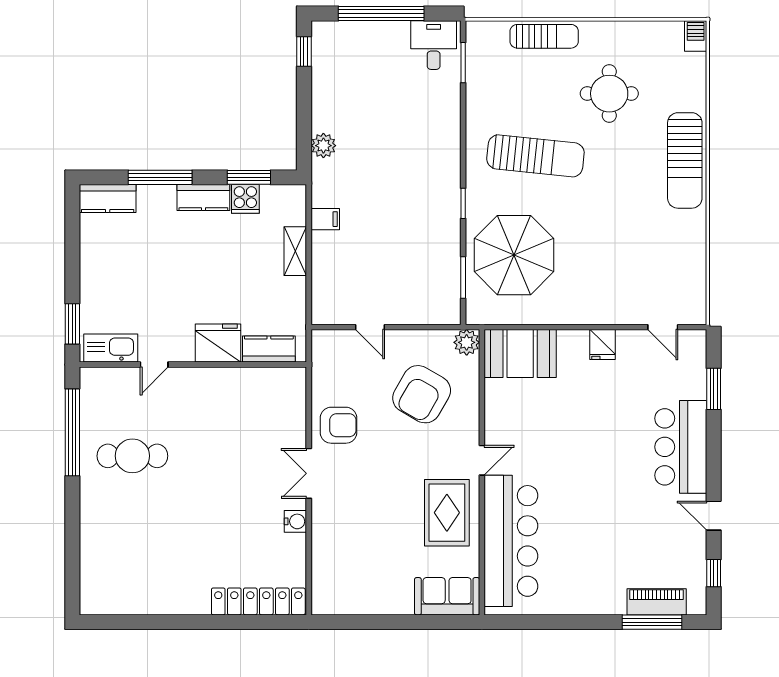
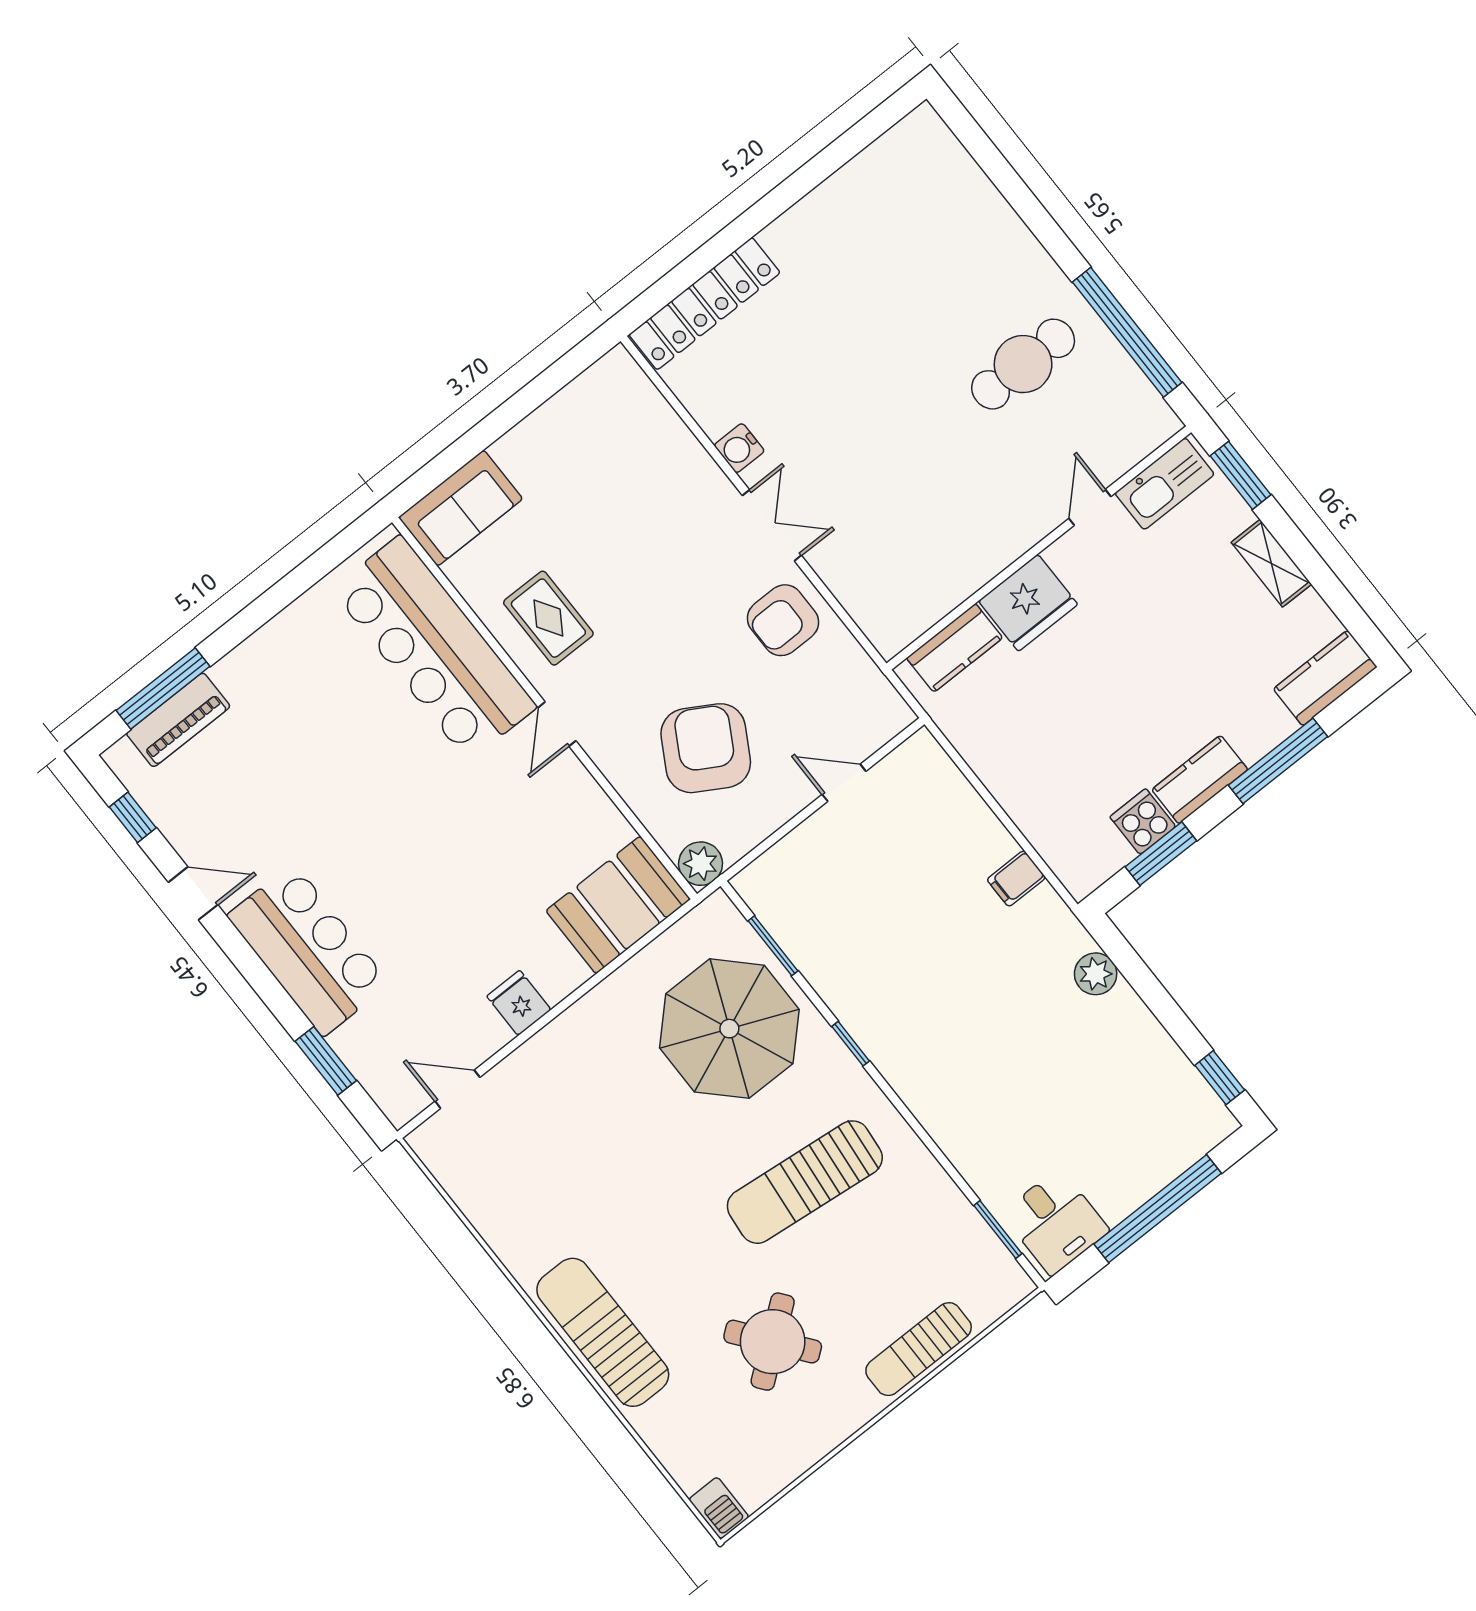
round table: (609, 94) -> (773, 1342), turned -38
shelving: (295, 251) -> (1271, 563), moved
rug: (447, 513) -> (548, 618), width x0.73, depth x0.70

